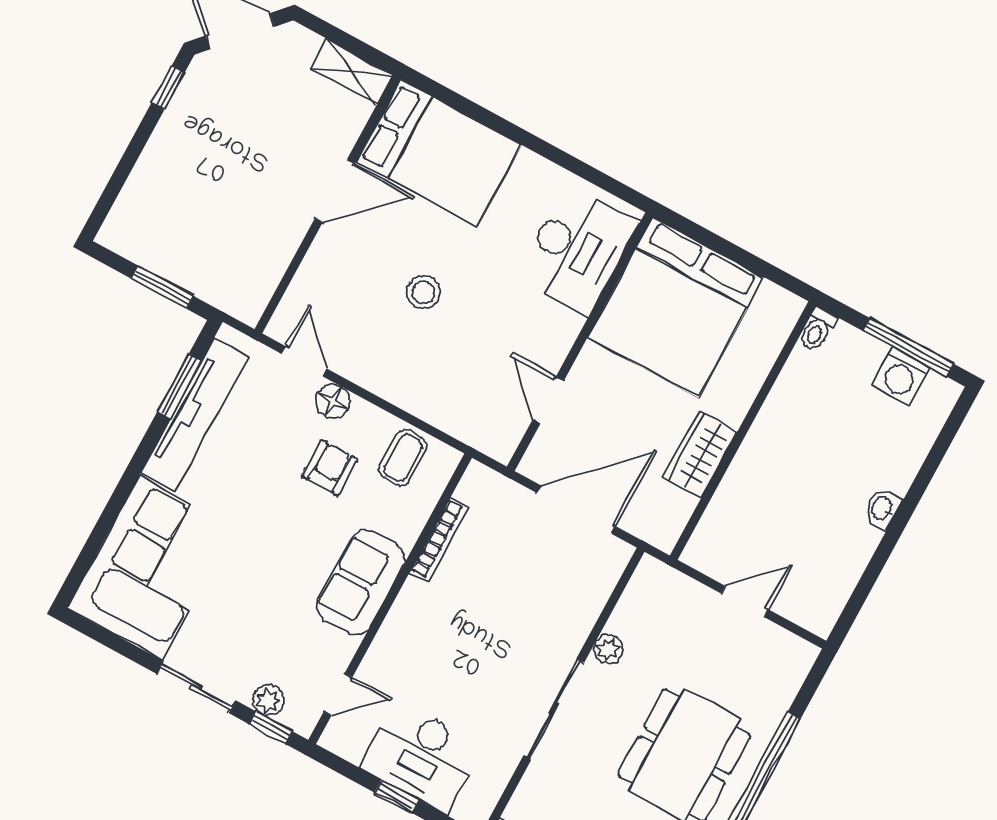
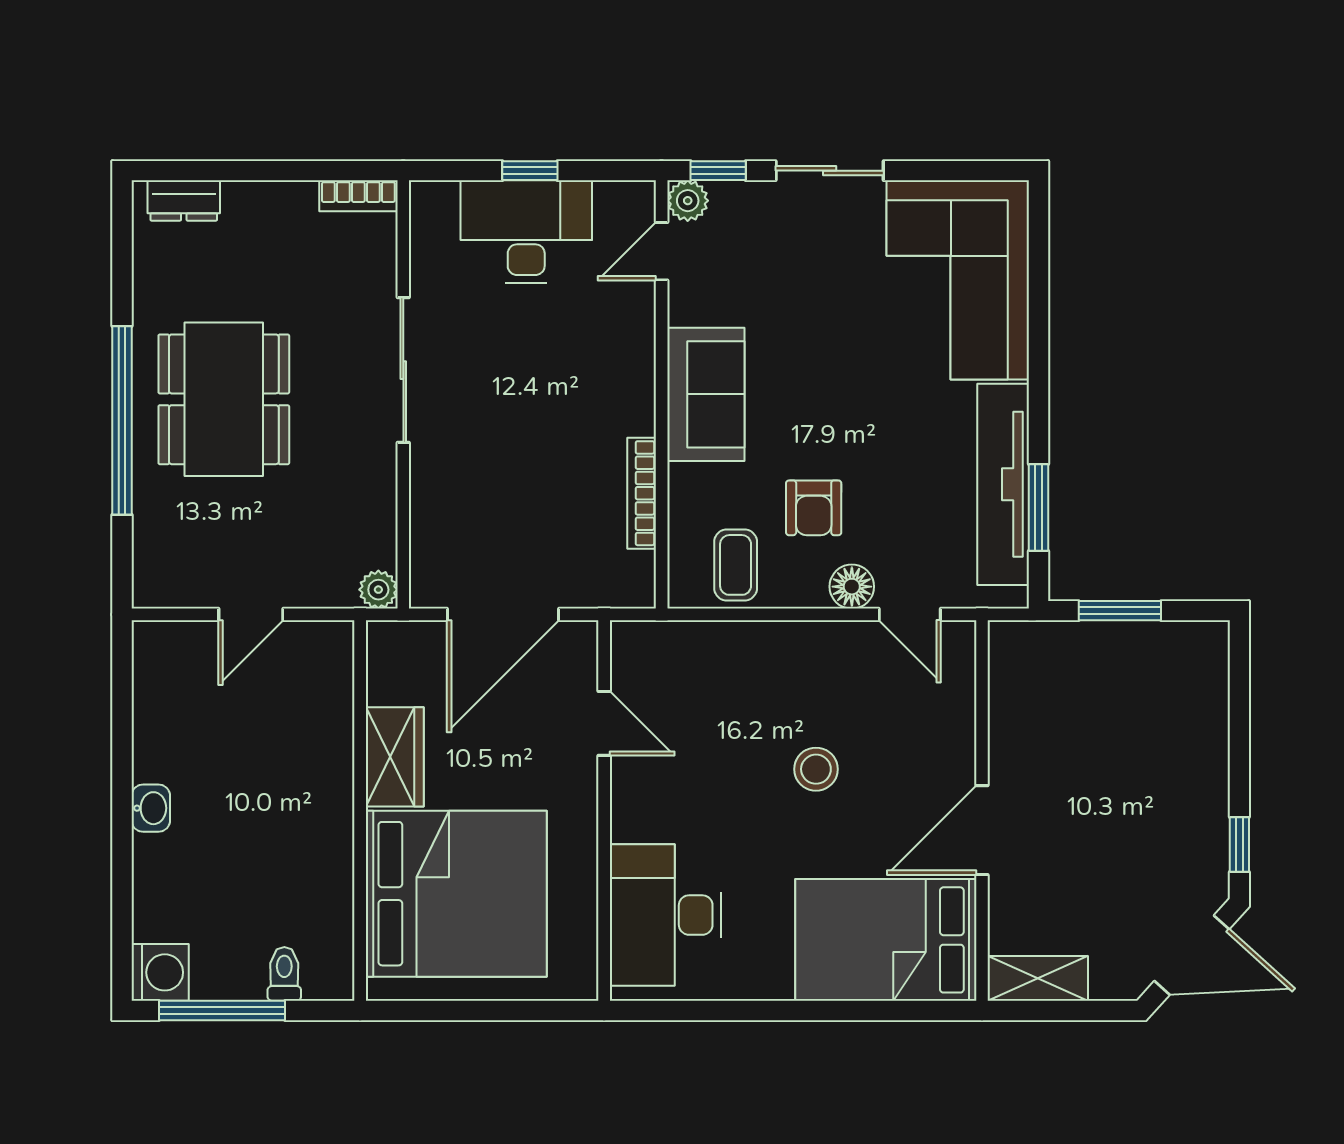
bed: (676, 307) -> (456, 894), moved, turned 90
toilet: (817, 330) -> (284, 974), moved
washing machine: (901, 376) -> (160, 972), moved, turned 90
plant: (608, 649) -> (378, 590), moved
plant: (268, 700) -> (688, 201), moved

